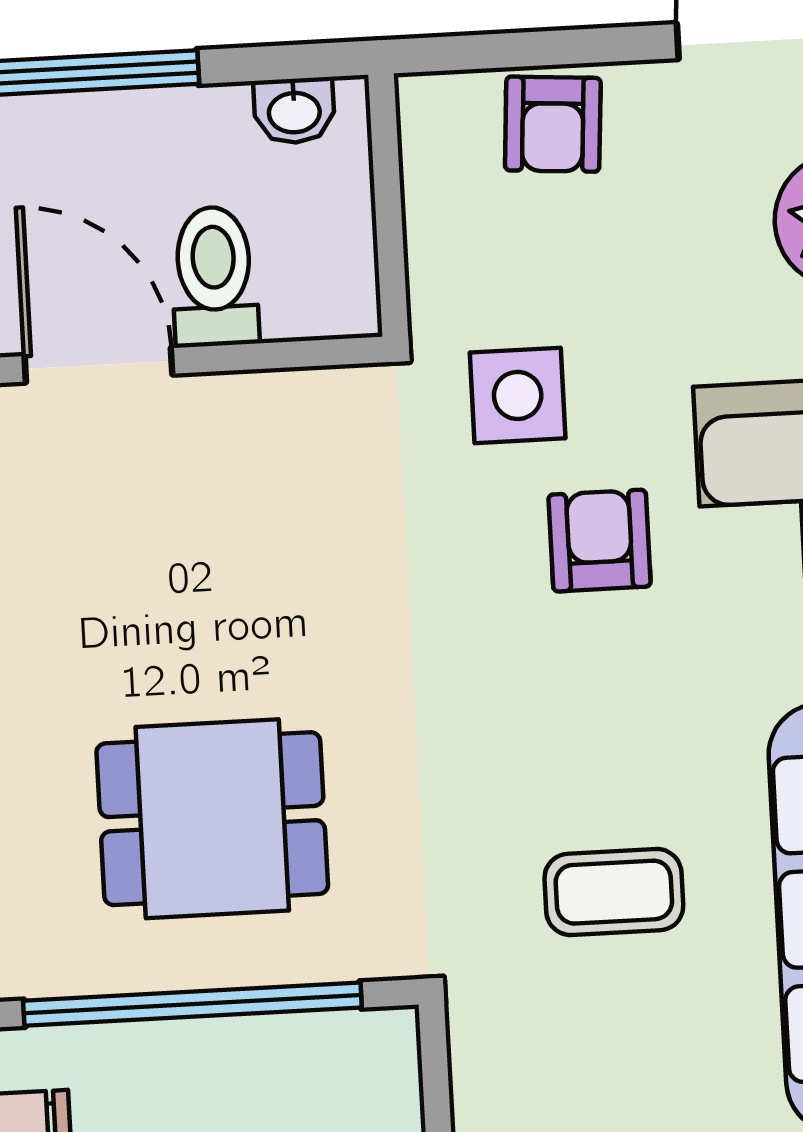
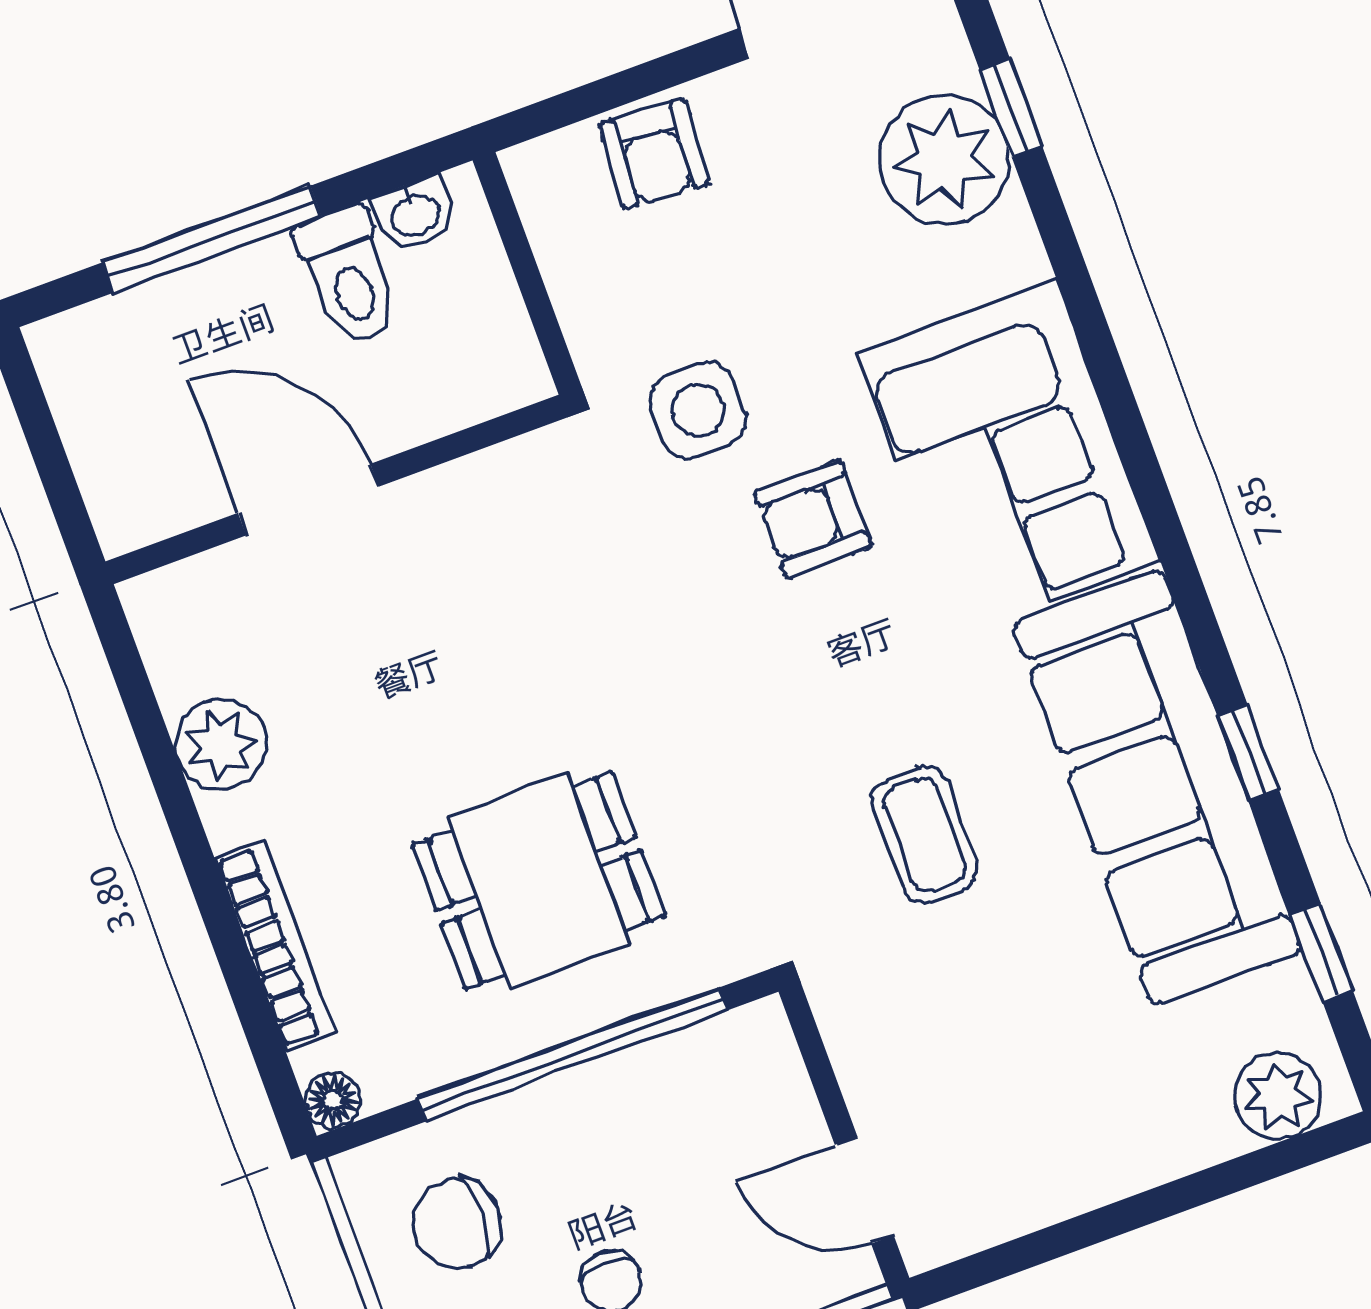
toilet: (214, 277) -> (349, 276), moved, turned 180
armchair: (600, 541) -> (813, 519), turned -90
coffee table: (614, 892) -> (924, 835), turned 90

